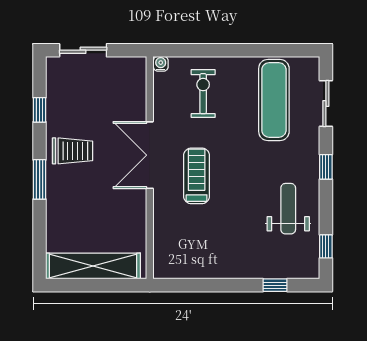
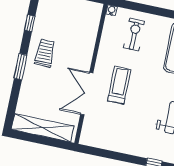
trolley: (73, 151) -> (45, 53), turned -90
double door: (150, 155) -> (87, 94), moved

